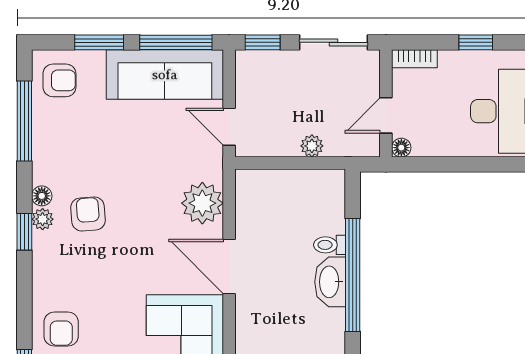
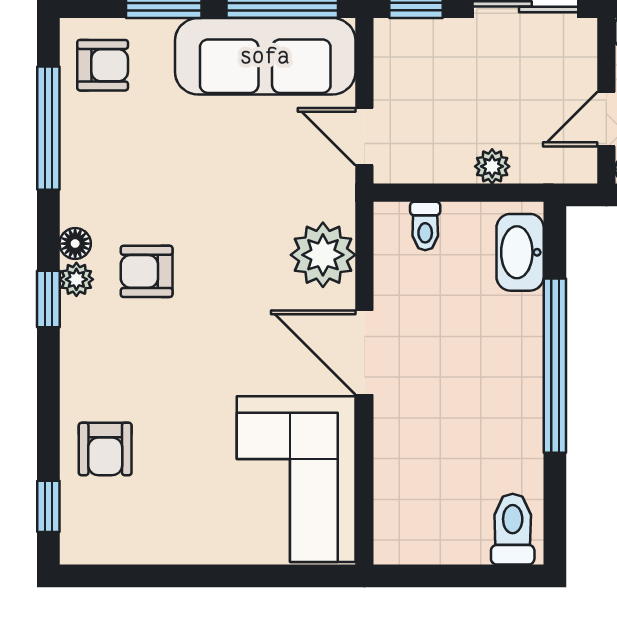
armchair: (88, 214) -> (147, 271), turned -86
toilet: (329, 245) -> (425, 226), moved, turned -90
washbasin: (330, 282) -> (520, 252), moved

